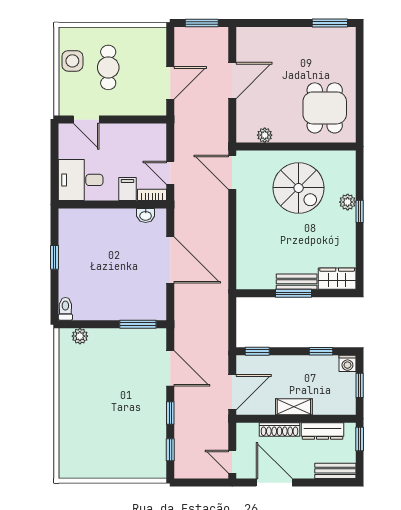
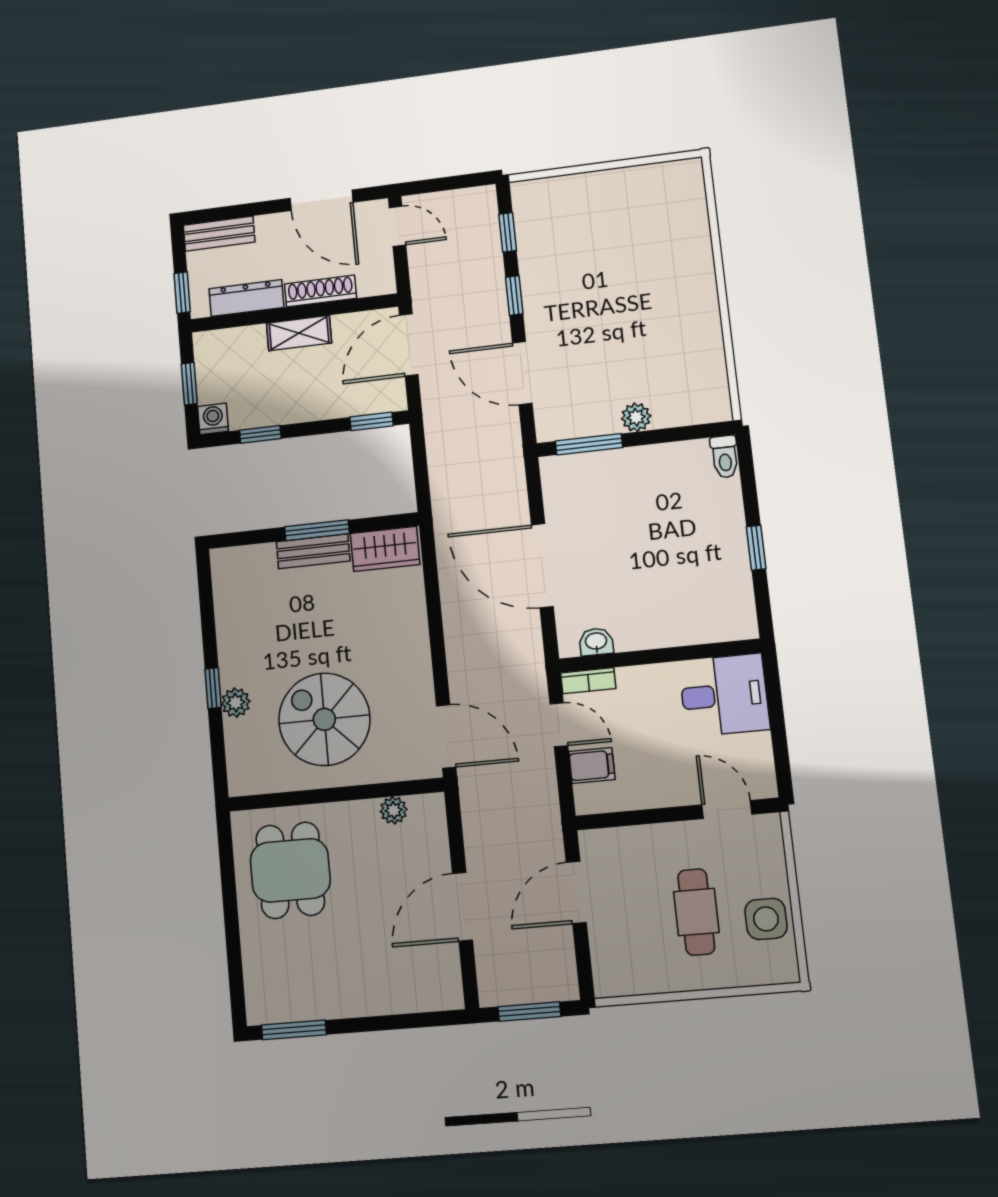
filing cabinet: (127, 189) -> (592, 765), moved, turned -90
wardrobe: (337, 279) -> (385, 549), moved
plant: (80, 336) -> (636, 417), moved

